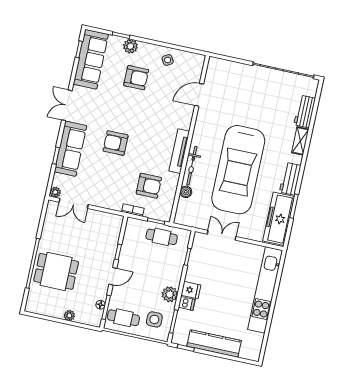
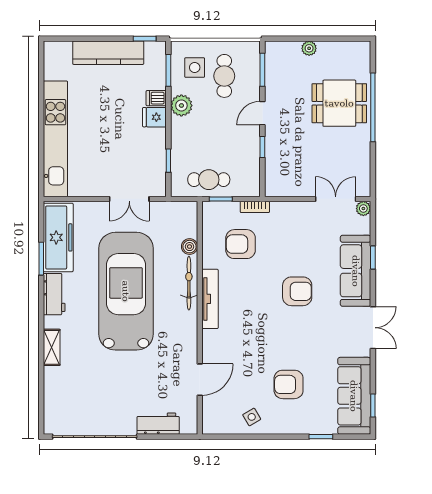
plant: (130, 46) -> (305, 425), removed
workbench: (305, 111) -> (158, 424), moved, turned -90
floor lamp: (100, 305) -> (271, 72), removed
cafe table: (123, 318) -> (224, 76), moved, turned 90

